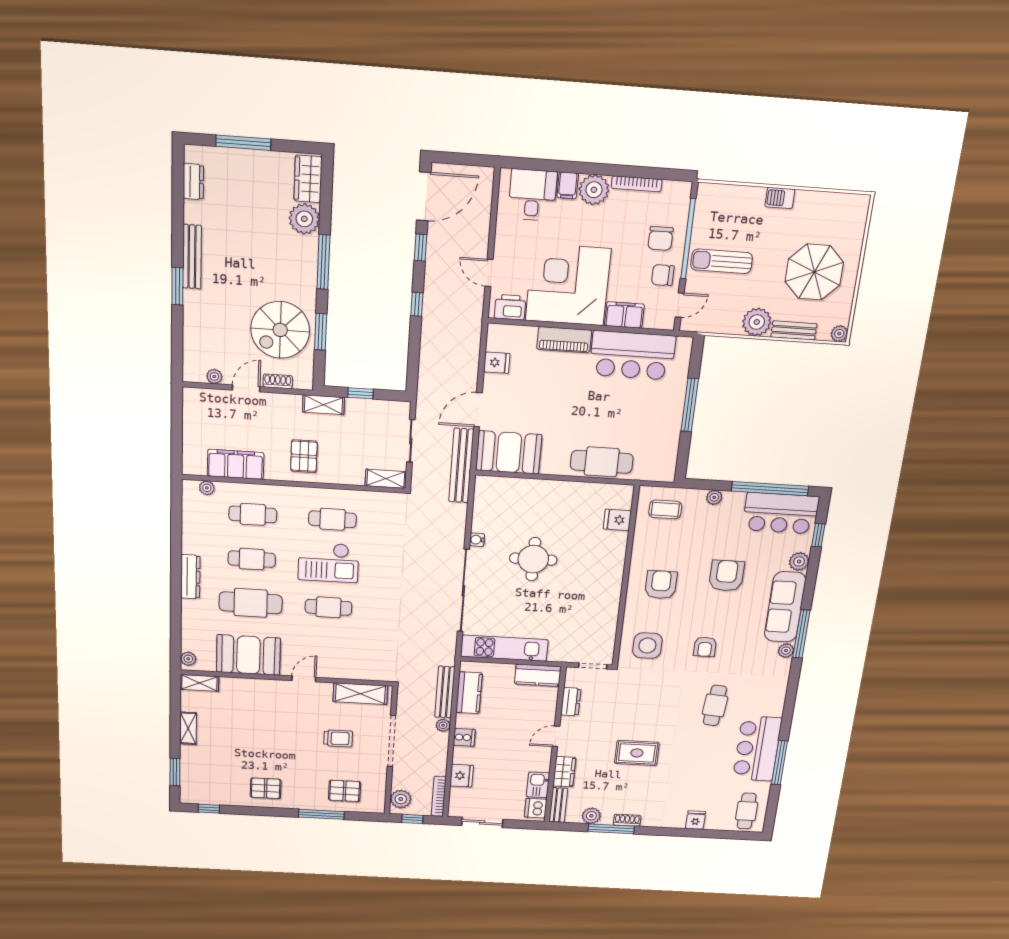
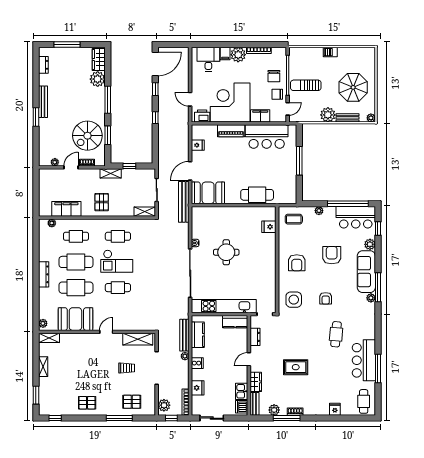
cafe table: (252, 559) -> (76, 262), width x1.37, depth x1.35
armchair: (661, 585) -> (297, 263), turned 180
kitchen unit: (504, 648) -> (224, 306), width x1.36

